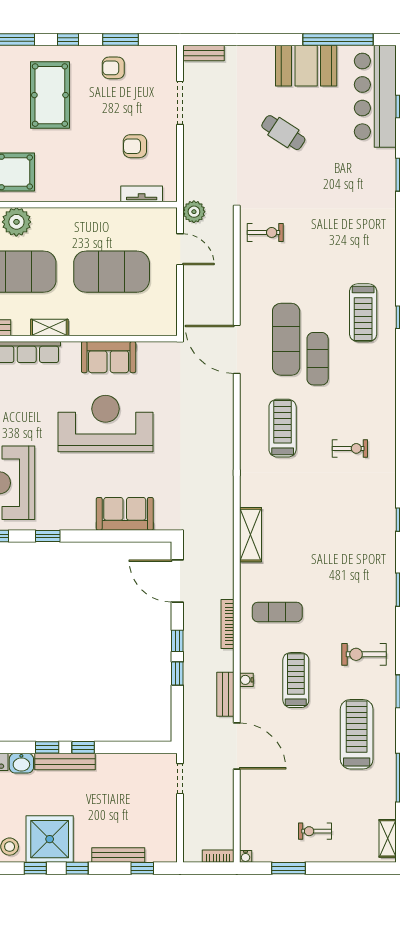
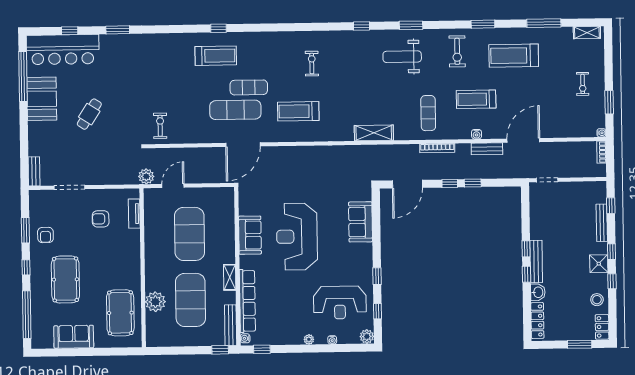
pool table: (50, 95) -> (65, 279), turned 90
armchair: (135, 146) -> (101, 219), turned 90
weight bench: (358, 576) -> (402, 57), added
shower: (50, 839) -> (599, 264), width x0.54, depth x0.54

